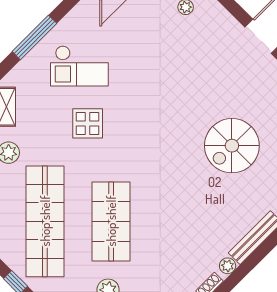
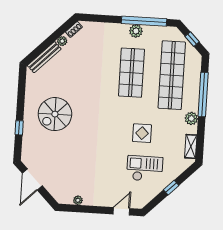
window: (34, 37) -> (171, 188), width x0.46
spiral stairs: (232, 146) -> (55, 114), turned 180

